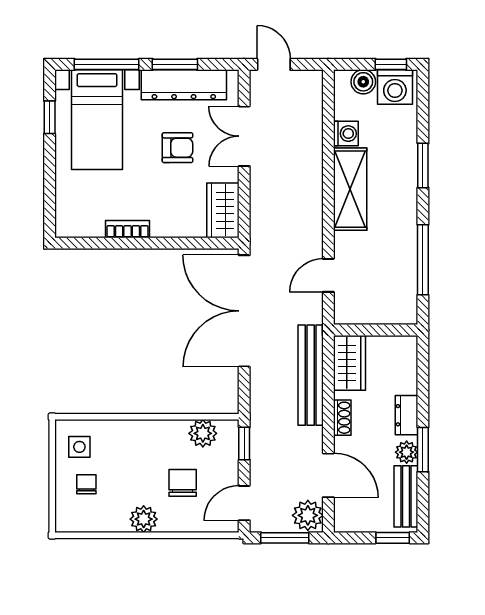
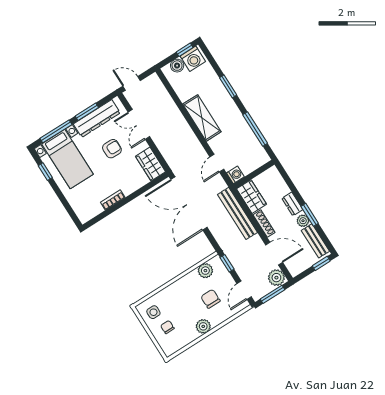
washing machine: (346, 134) -> (235, 175), moved
shoe rack: (342, 418) -> (264, 224), width x1.43

